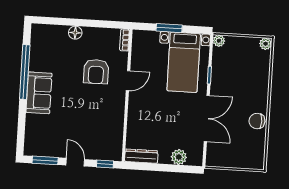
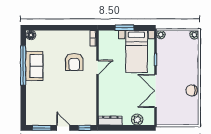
floor lamp: (75, 33) -> (31, 35), moved
sofa: (39, 93) -> (34, 66), moved
double door: (207, 119) -> (155, 91), swing flipped

